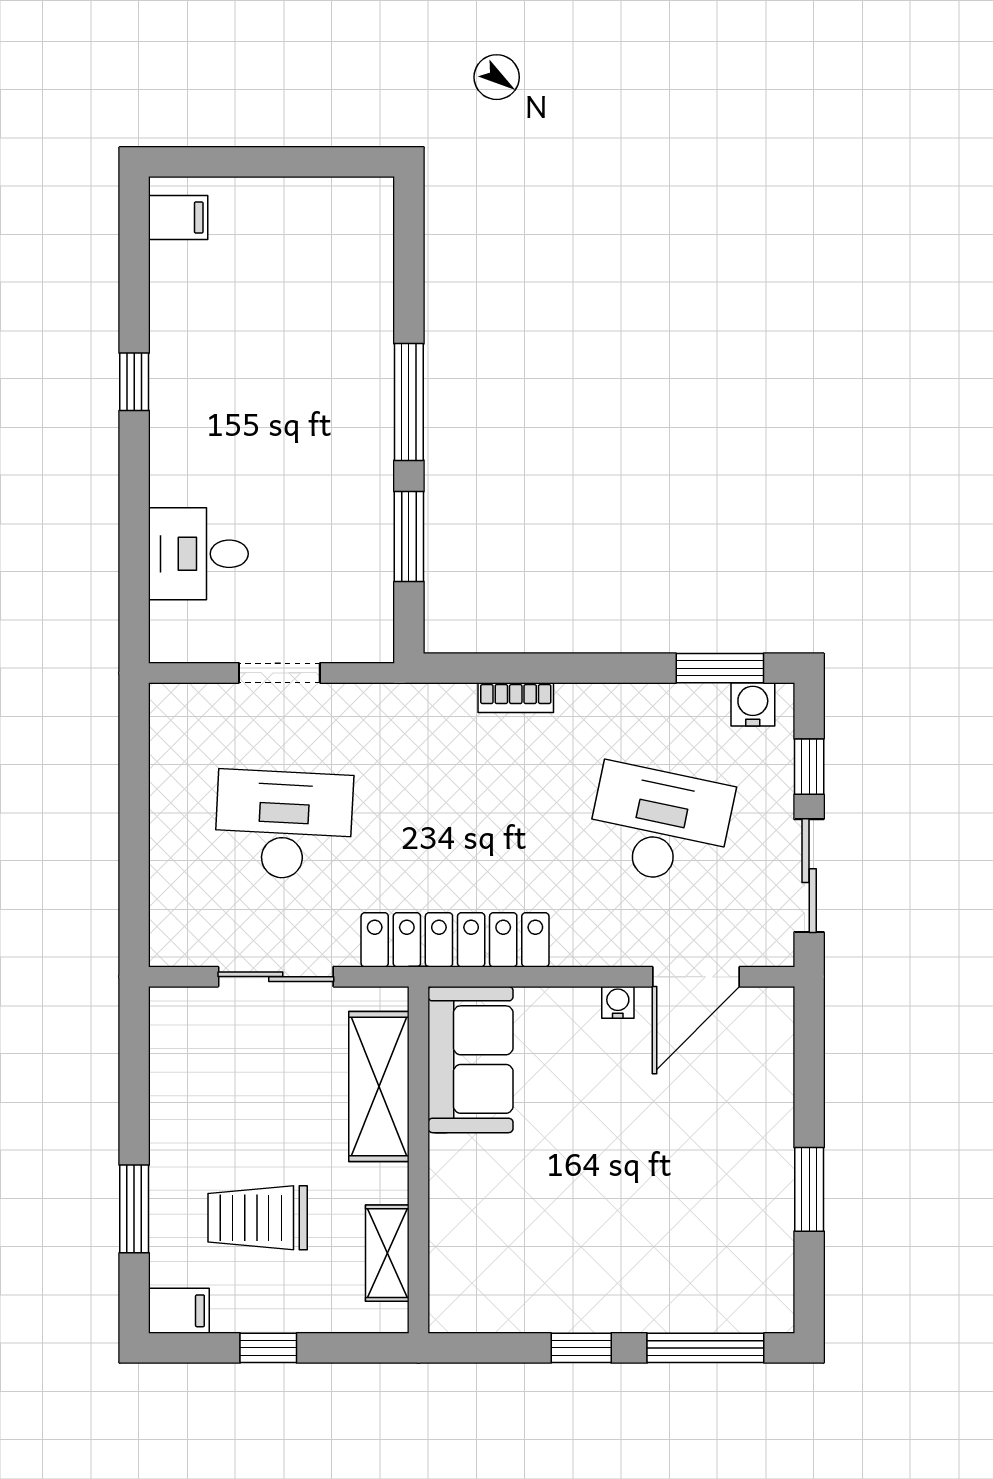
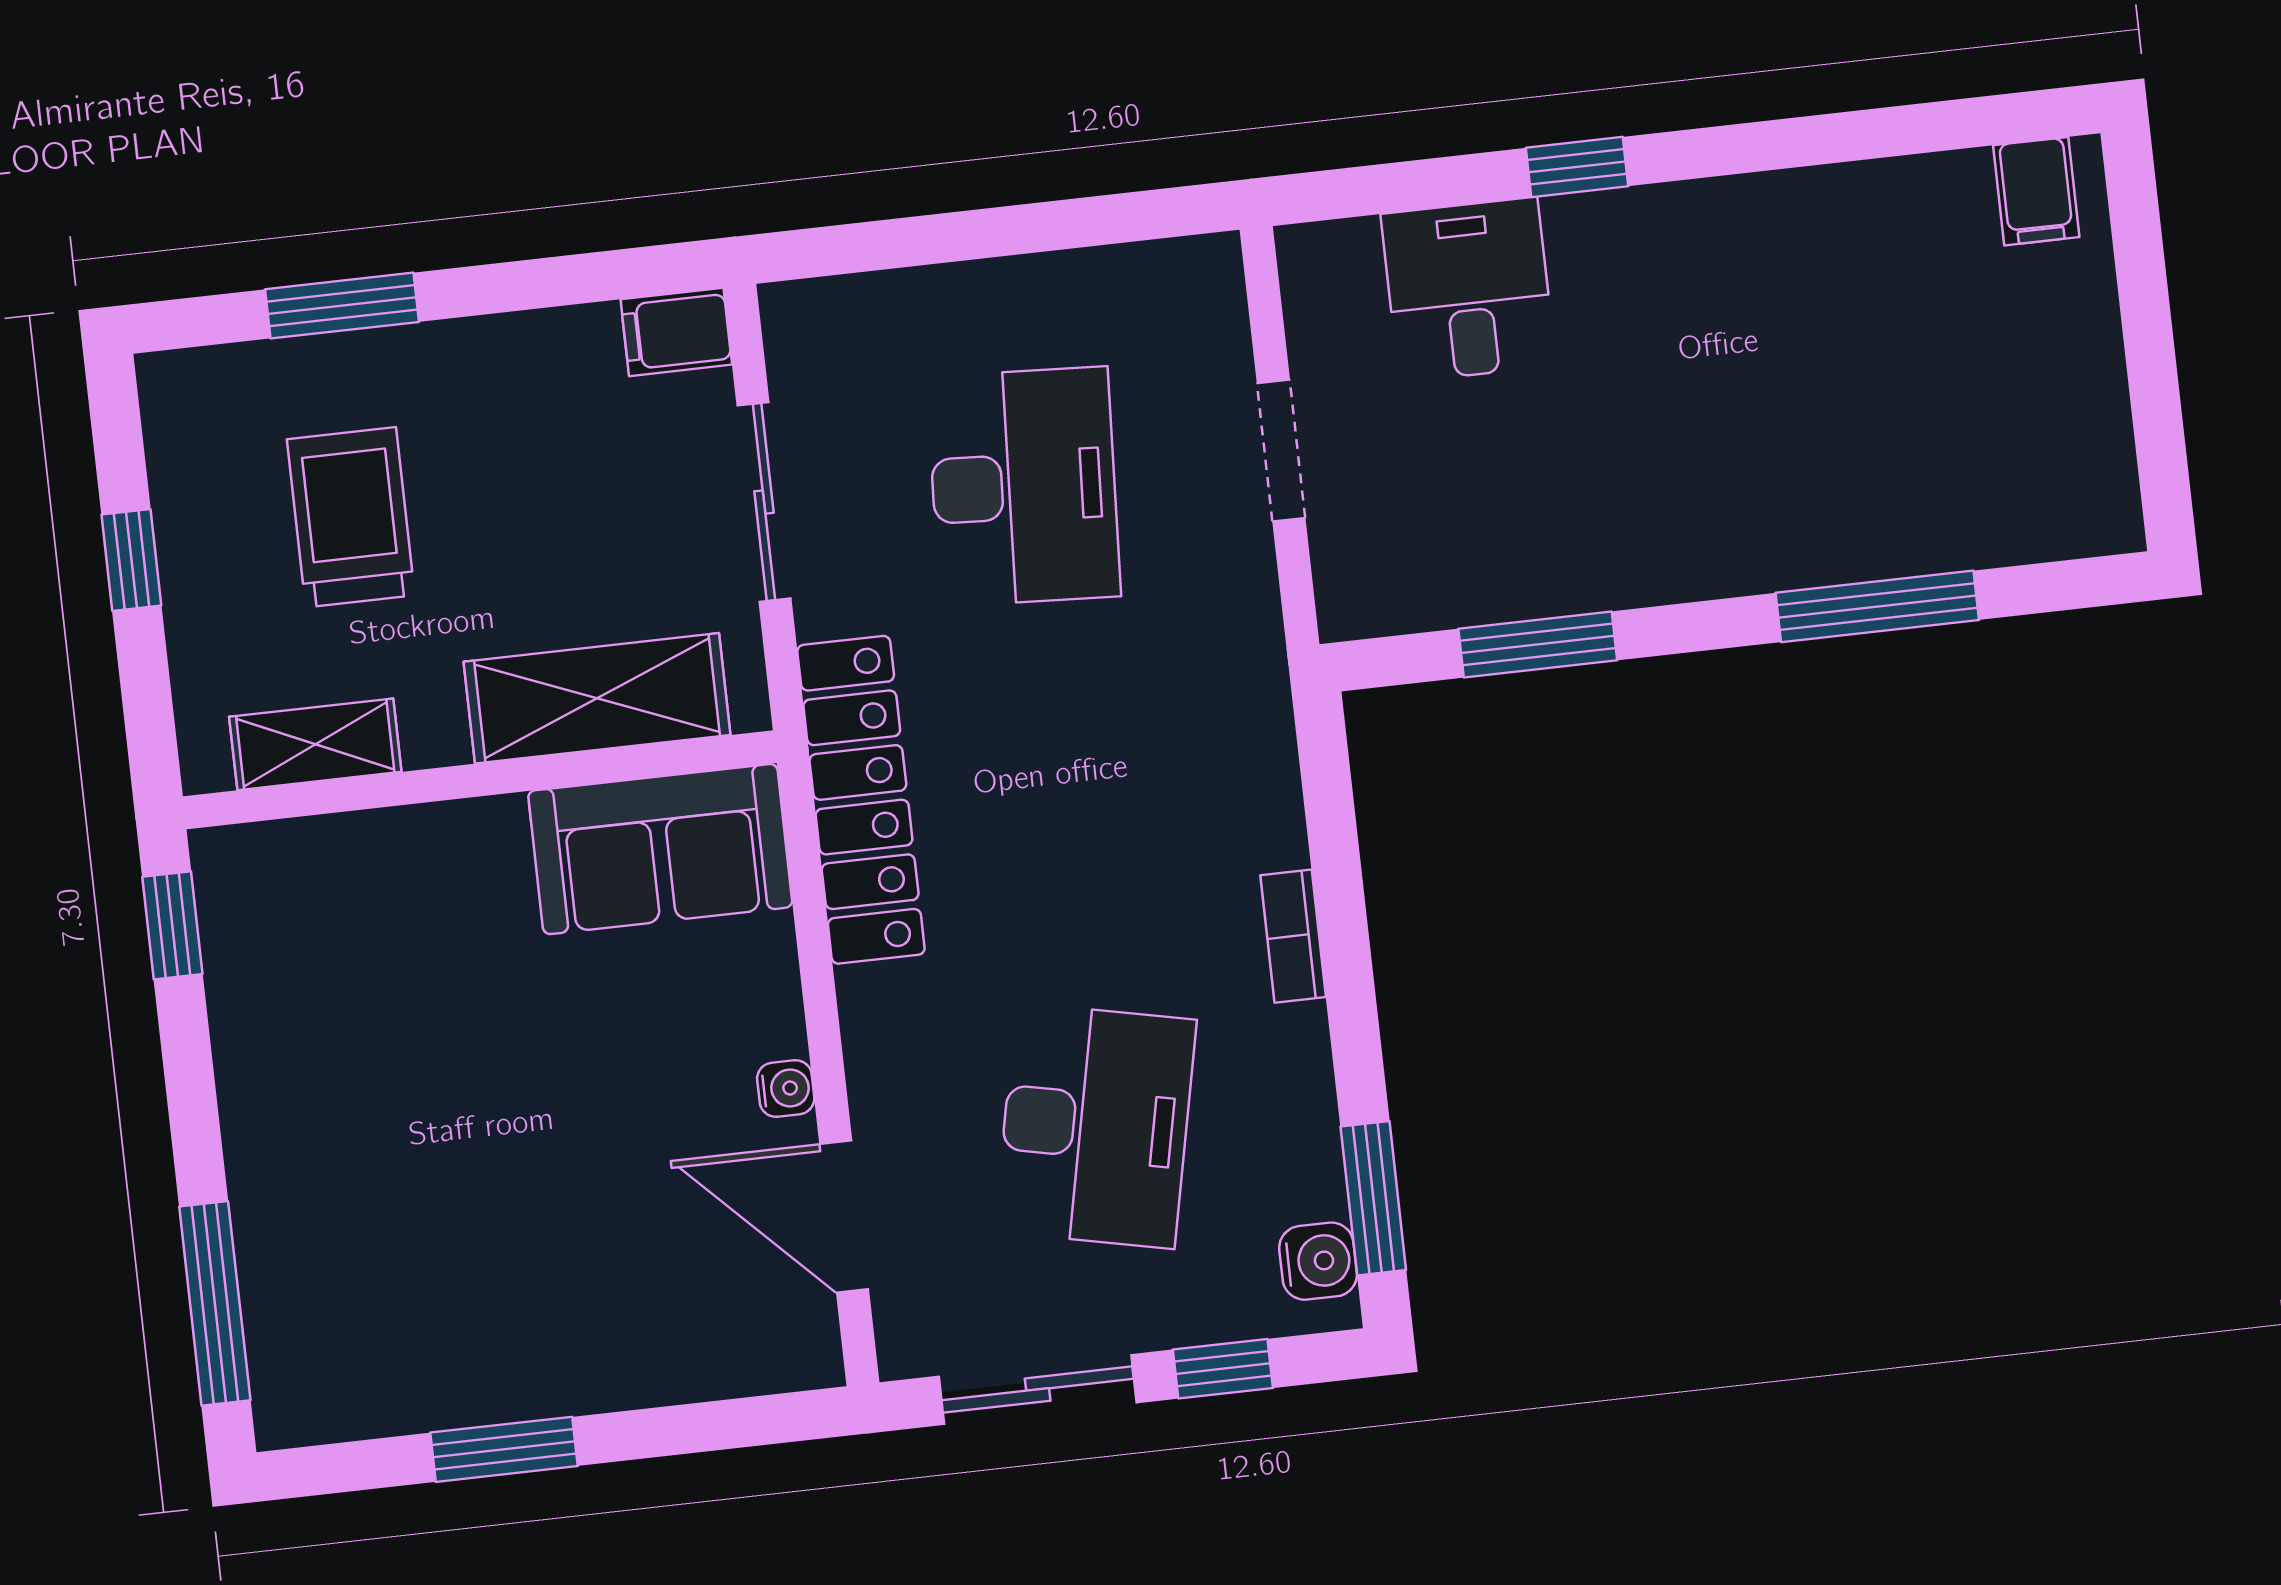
window: (134, 382) -> (1577, 167), moved
window: (409, 402) -> (1877, 606), moved
bookcase: (516, 698) -> (1293, 936), moved
filing cabinet: (179, 1311) -> (676, 332), moved, turned 90
window: (581, 1348) -> (172, 925), moved

